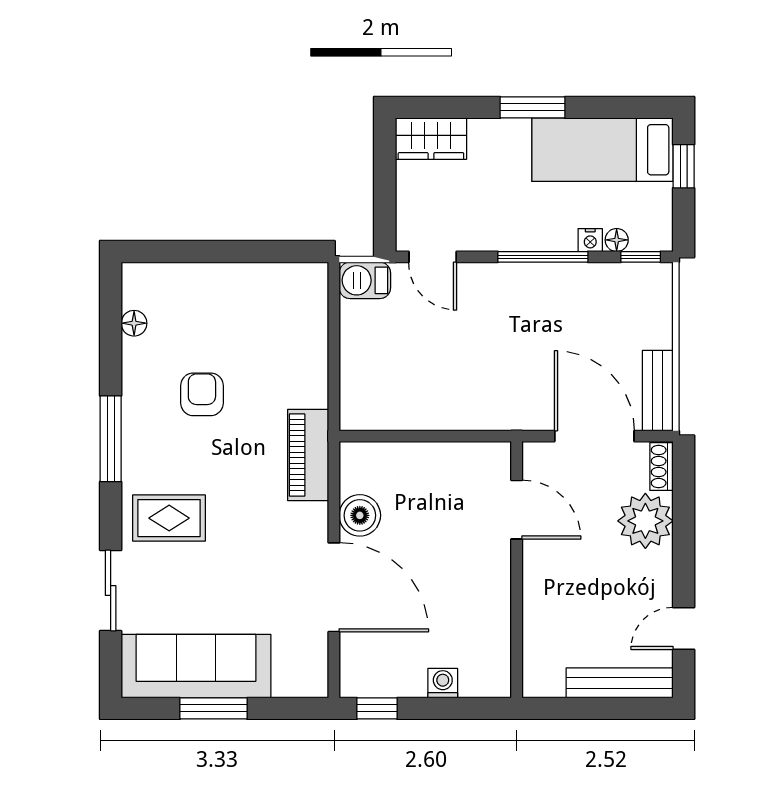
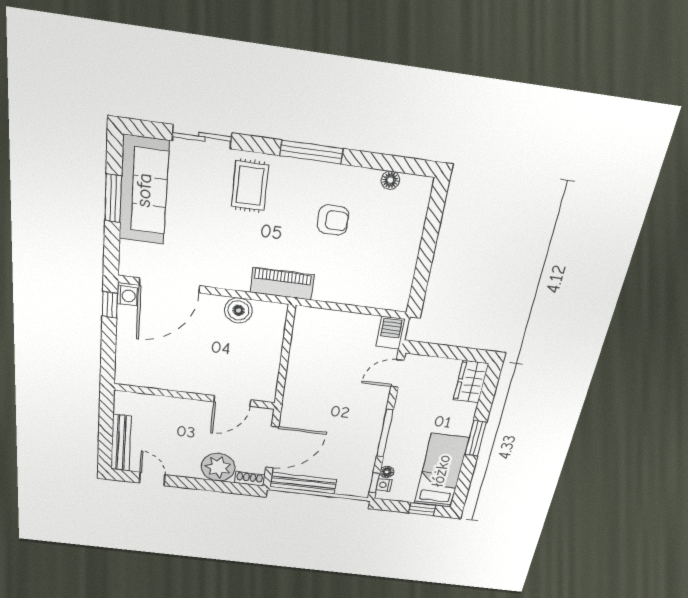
nightstand: (590, 240) -> (384, 485), moved
bench: (658, 391) -> (303, 483), width x1.36
door: (334, 587) -> (169, 285), moved
washing machine: (443, 683) -> (127, 296), moved

